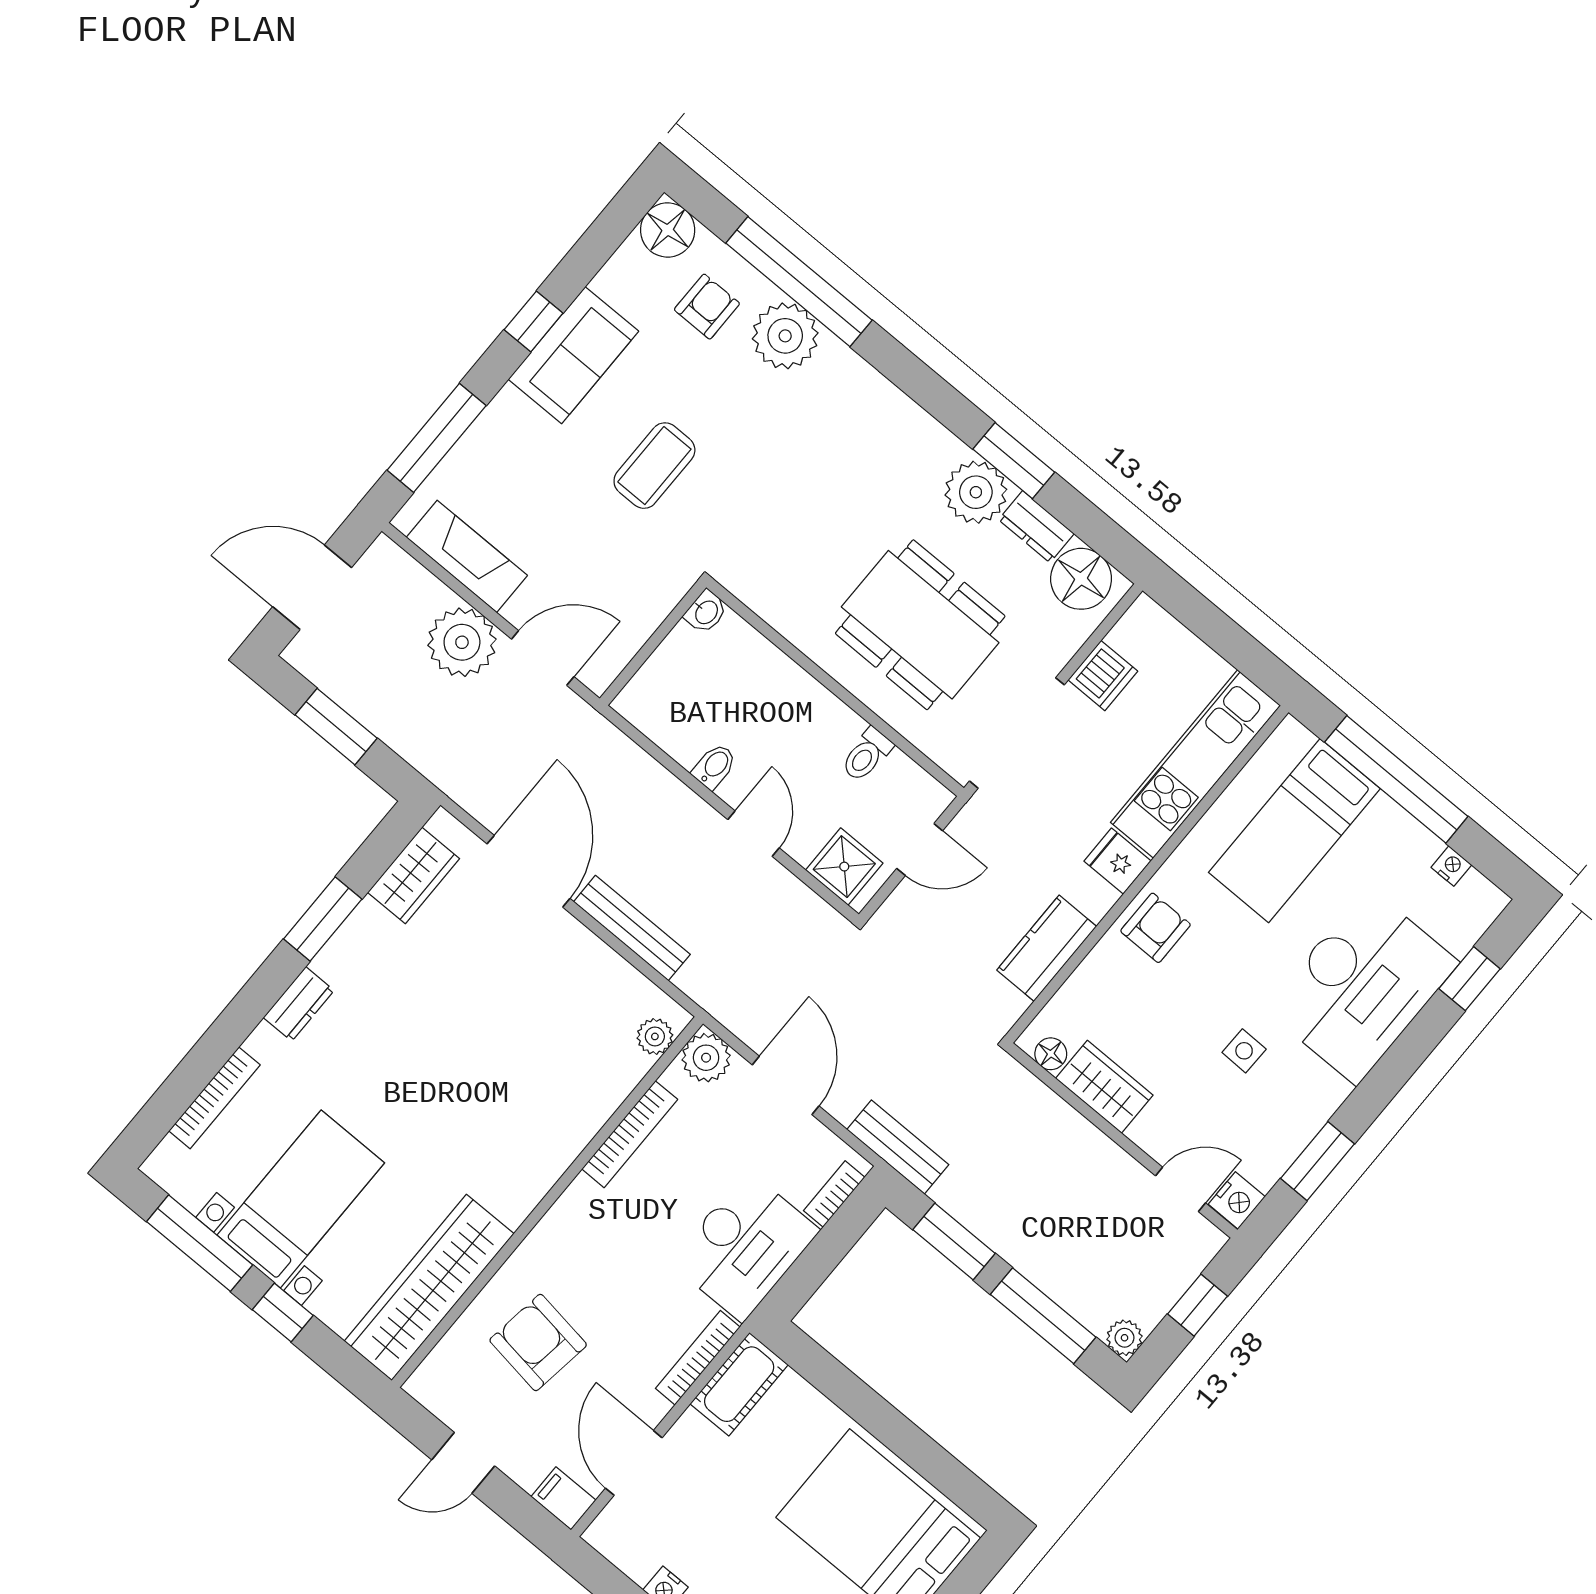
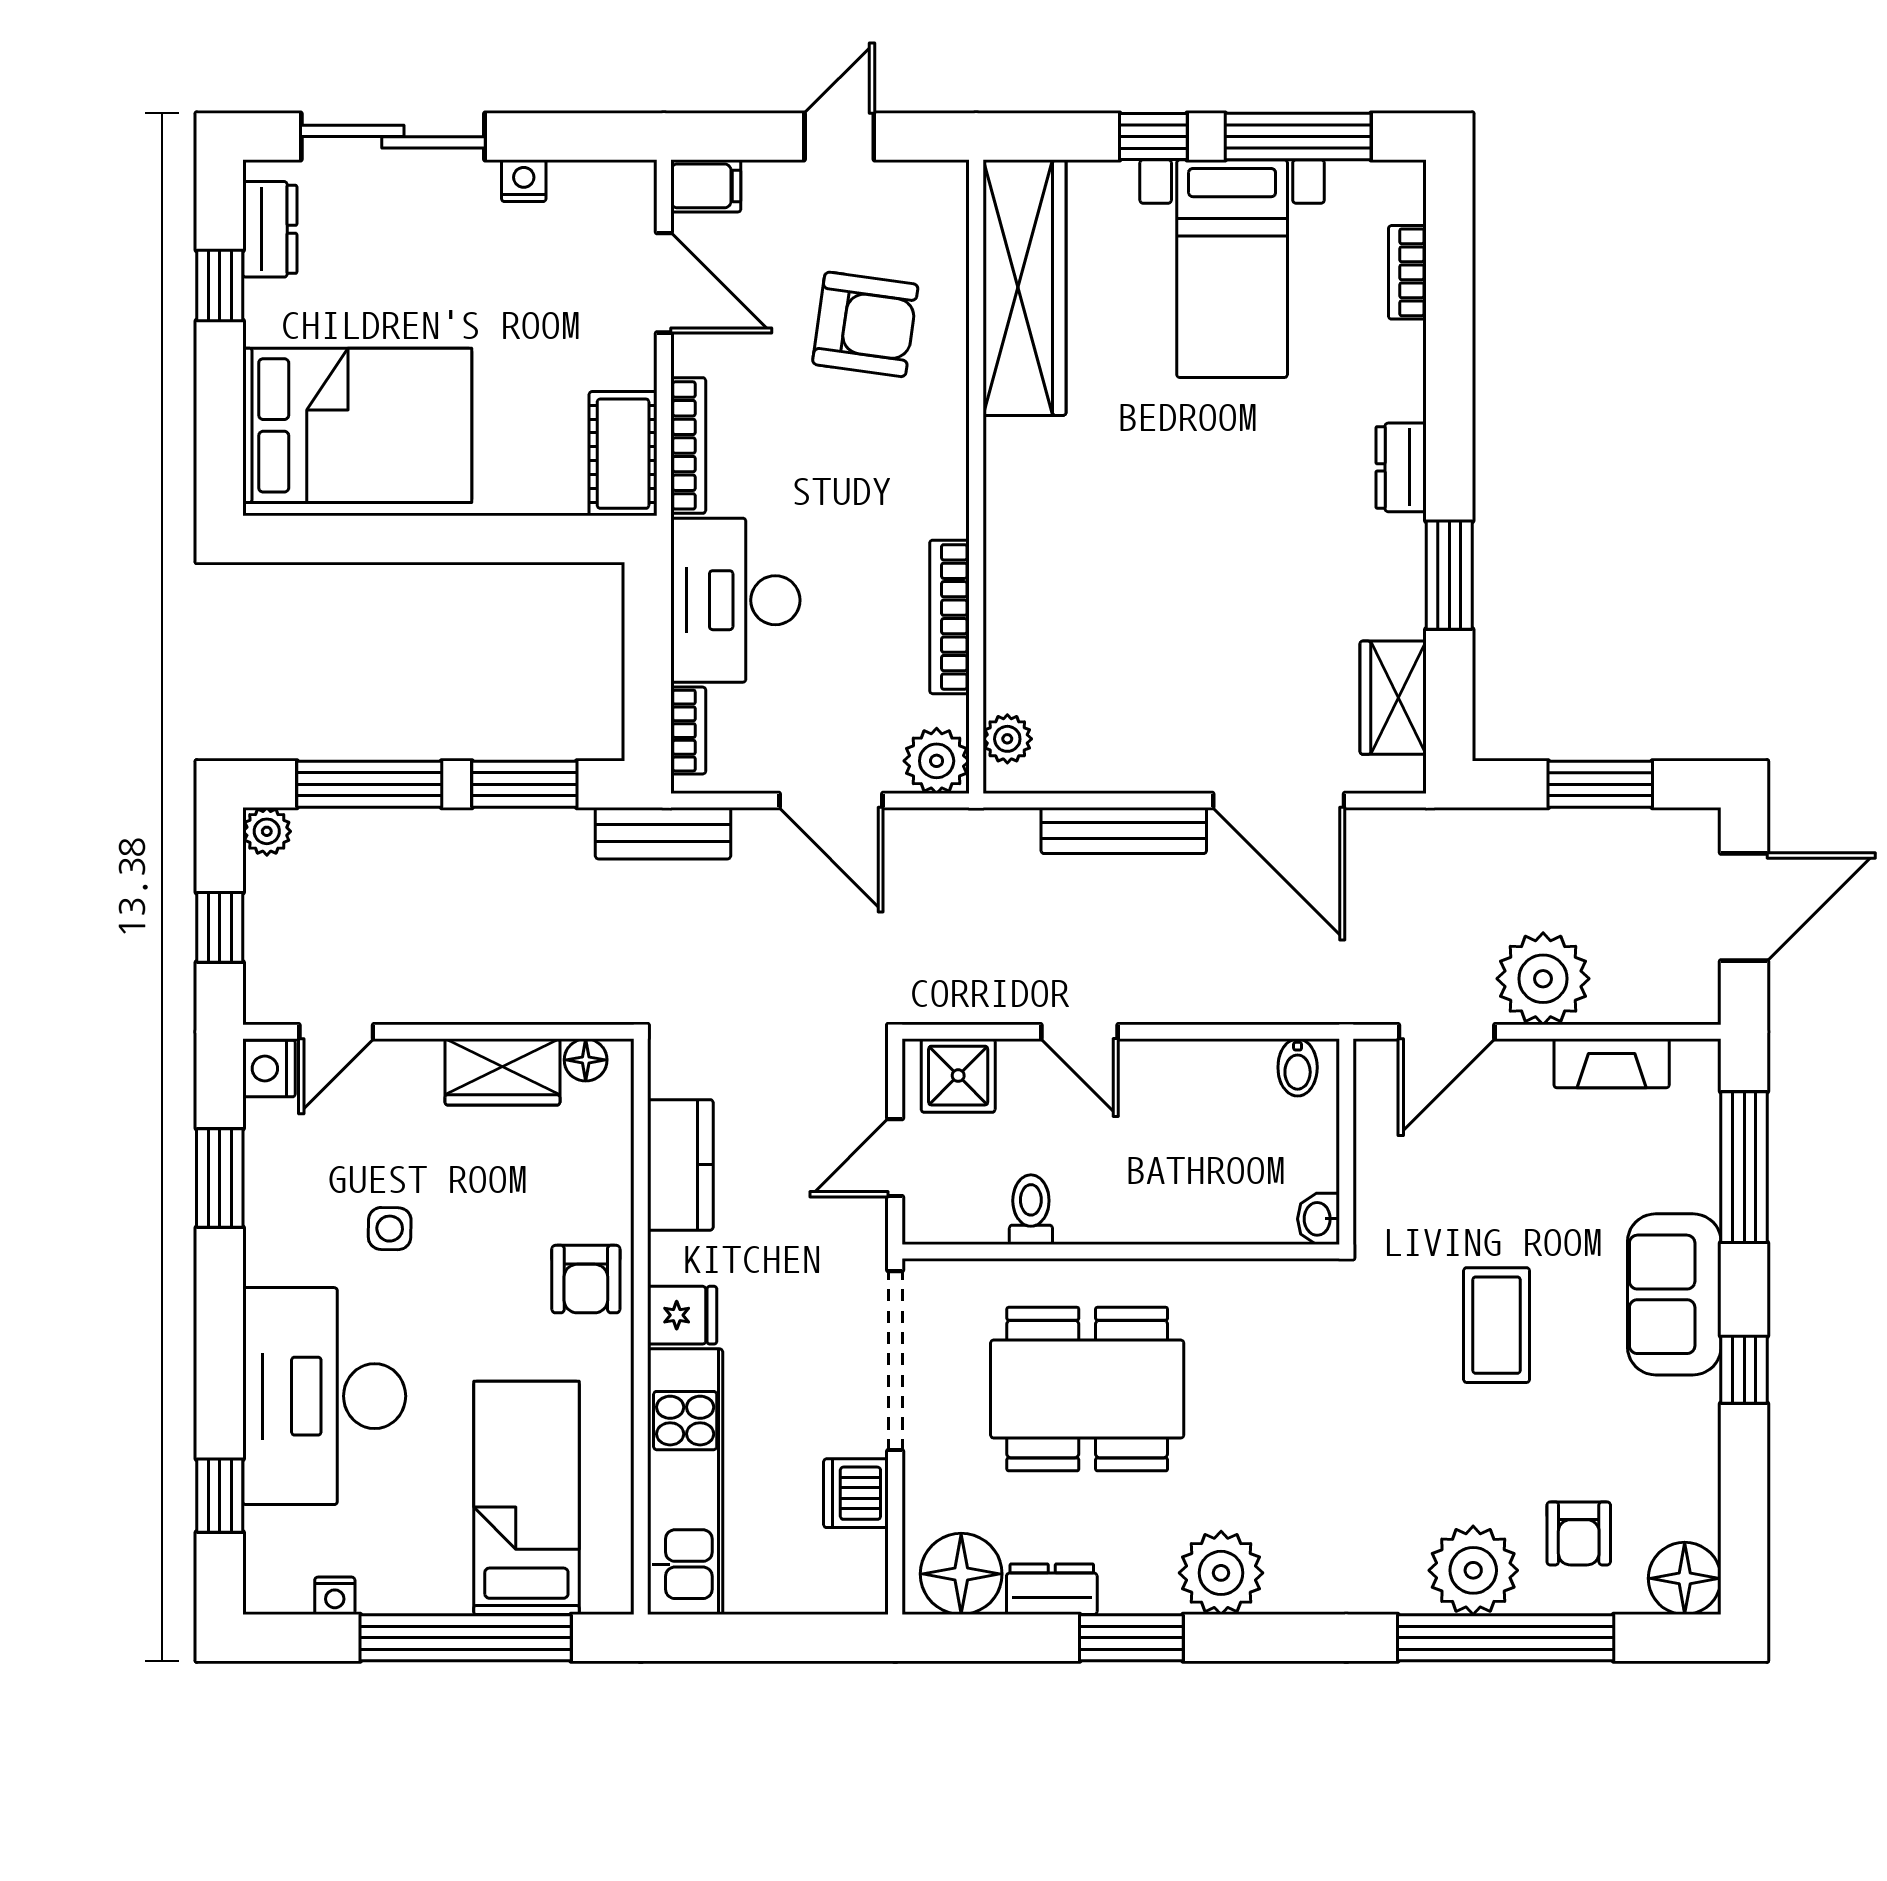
sofa: (573, 355) -> (1674, 1294), moved
plant: (976, 492) -> (1221, 1573), moved
fireplace: (467, 556) -> (1612, 1063), width x0.73, depth x0.76
bidet: (714, 766) -> (1298, 1067), moved
bookcase: (214, 1098) -> (1407, 272), width x0.64

